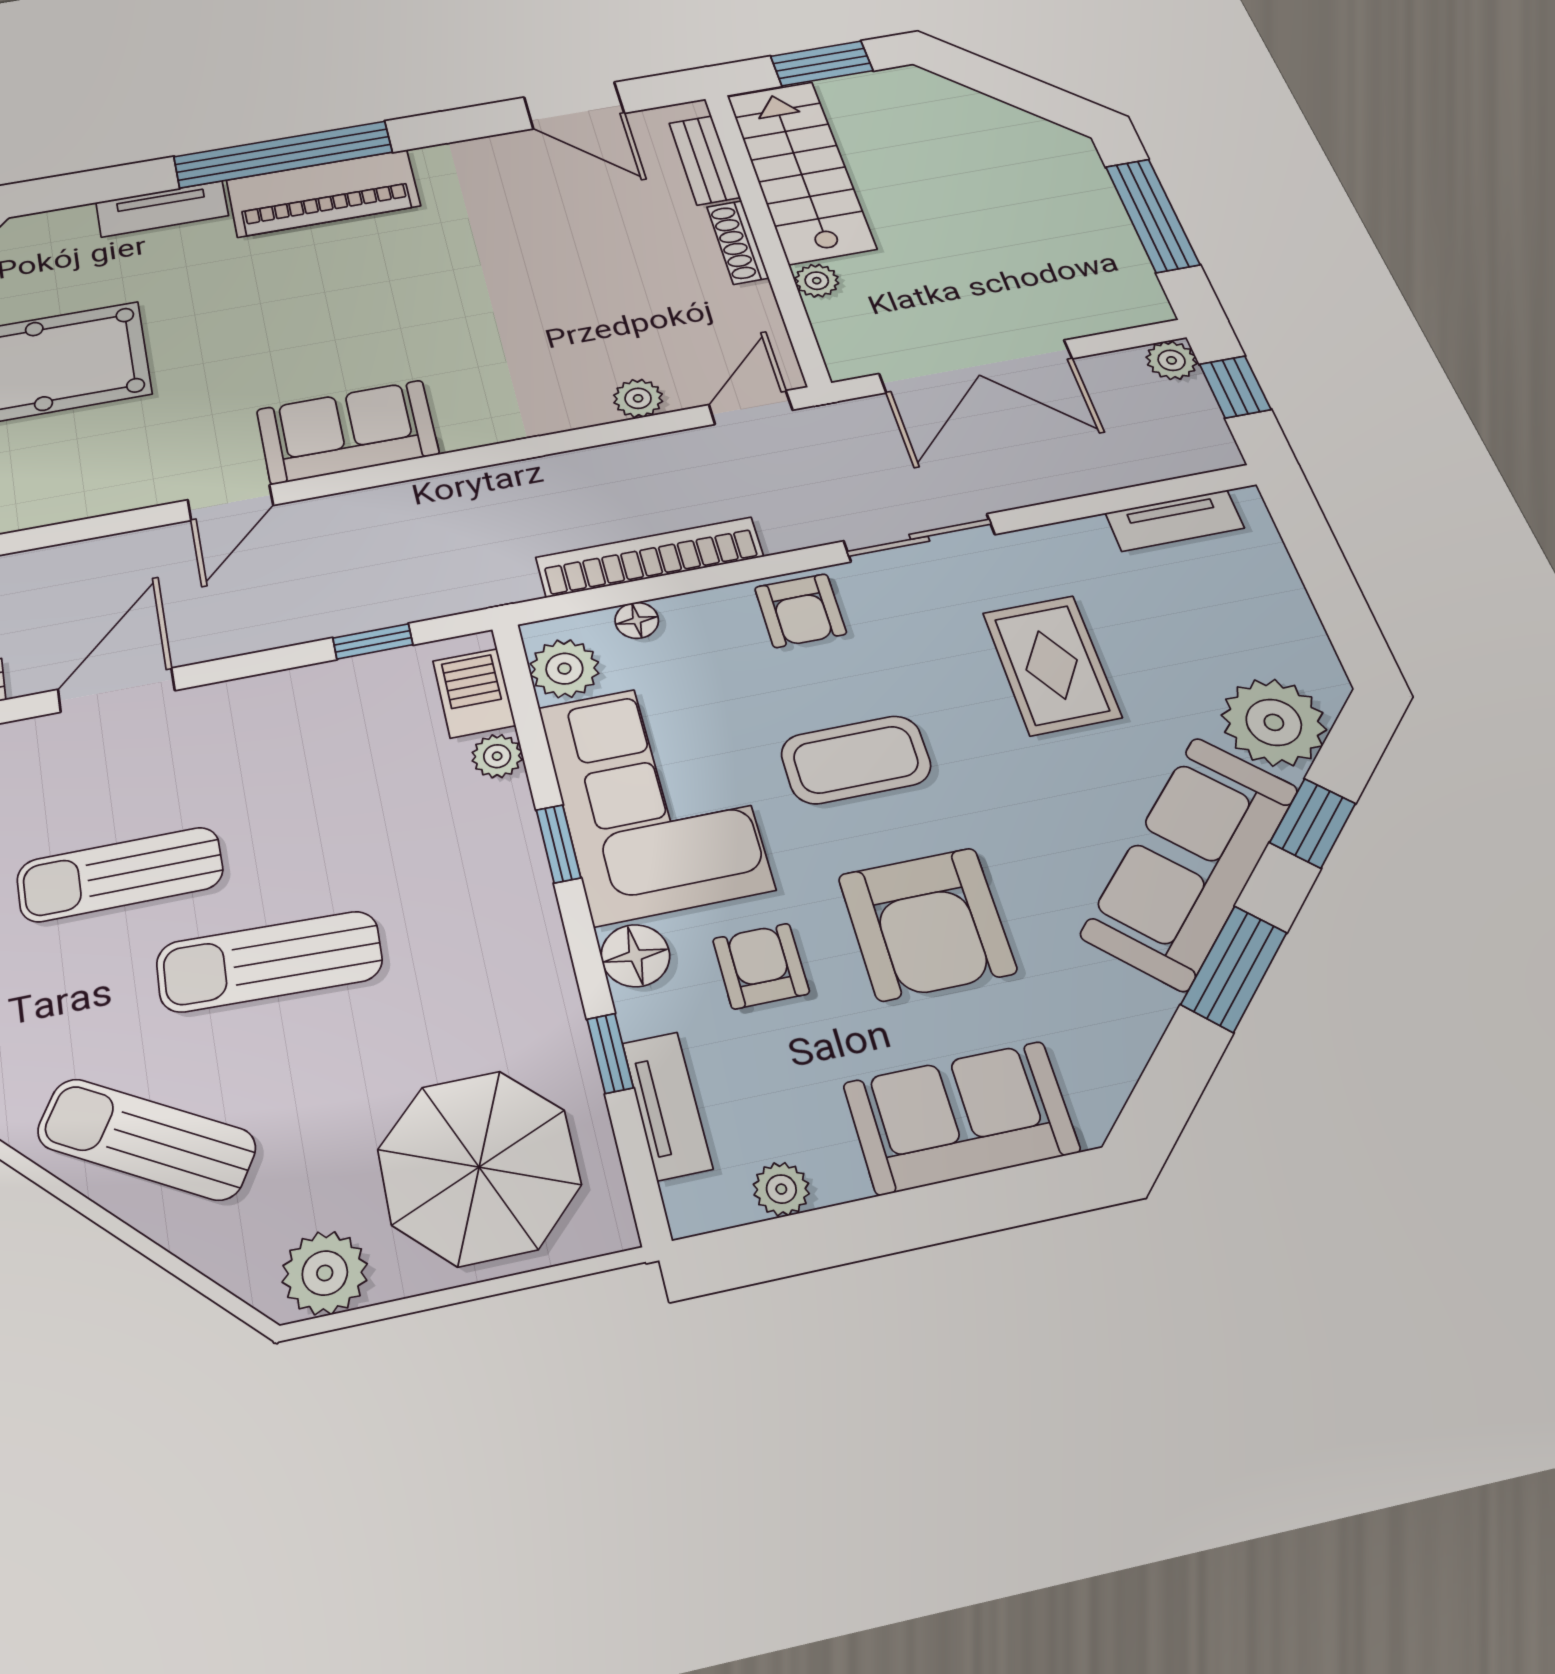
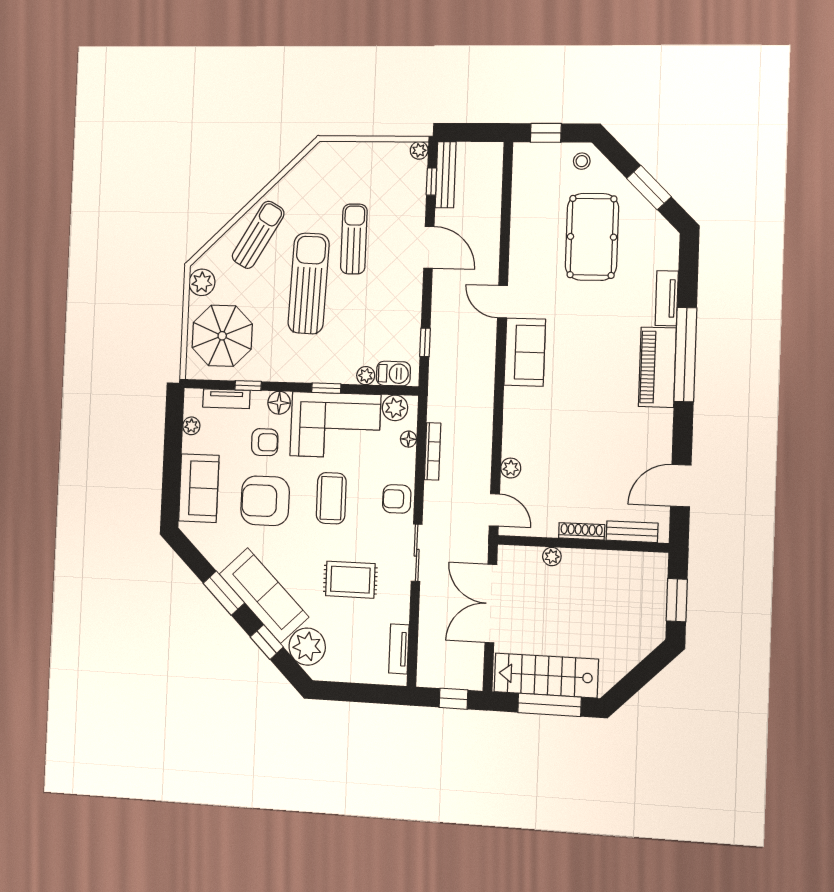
stairs: (800, 171) -> (546, 675), moved, turned 180
plant: (1172, 360) -> (473, 680), removed
bookcase: (650, 557) -> (433, 451), width x0.68, depth x0.76
sun lounger: (269, 961) -> (309, 283), width x1.36, depth x1.34

